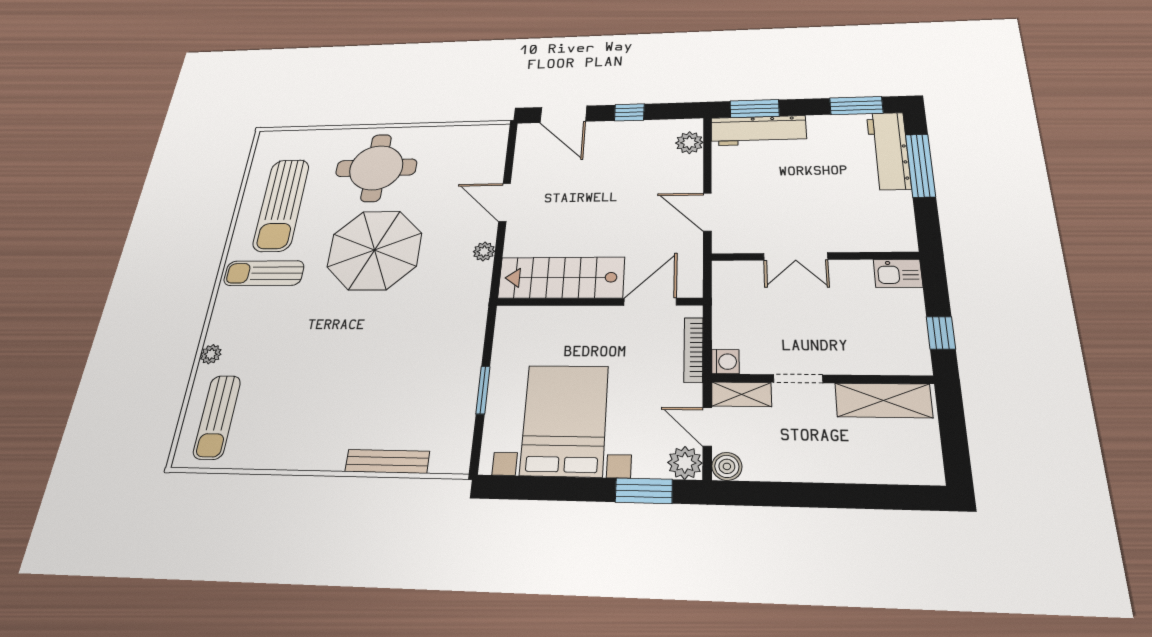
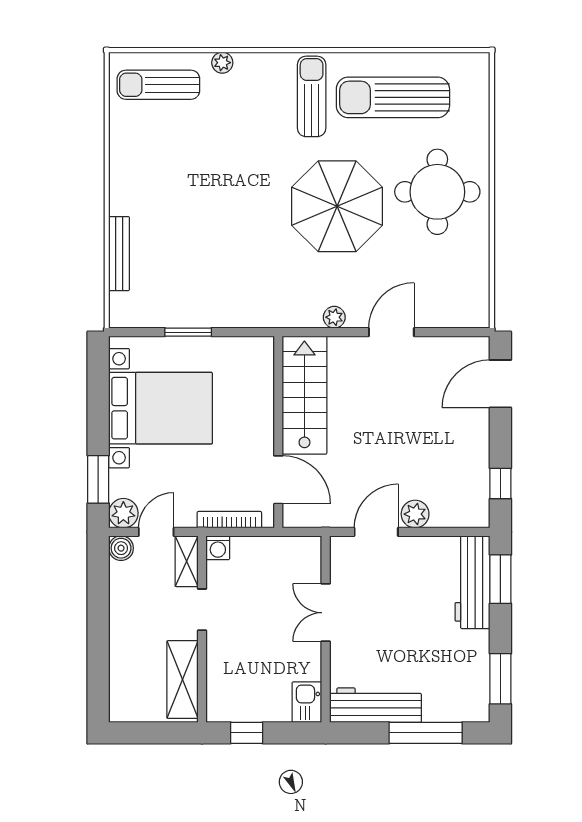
window: (629, 112) -> (500, 484), moved
plant: (689, 143) -> (415, 514), moved
workbench: (889, 151) -> (375, 705), moved

